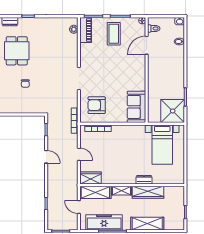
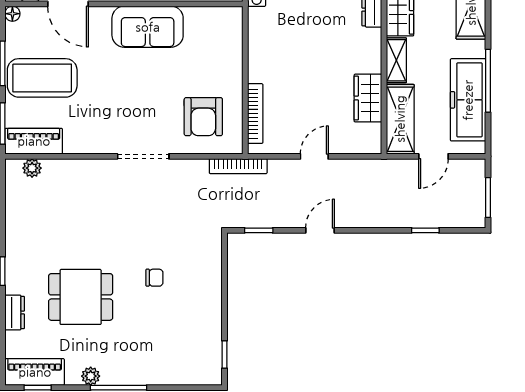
coffee table: (114, 34) -> (42, 78), width x1.36, depth x1.32
sofa: (136, 107) -> (148, 27), moved
wardrobe: (91, 178) -> (368, 98), moved

